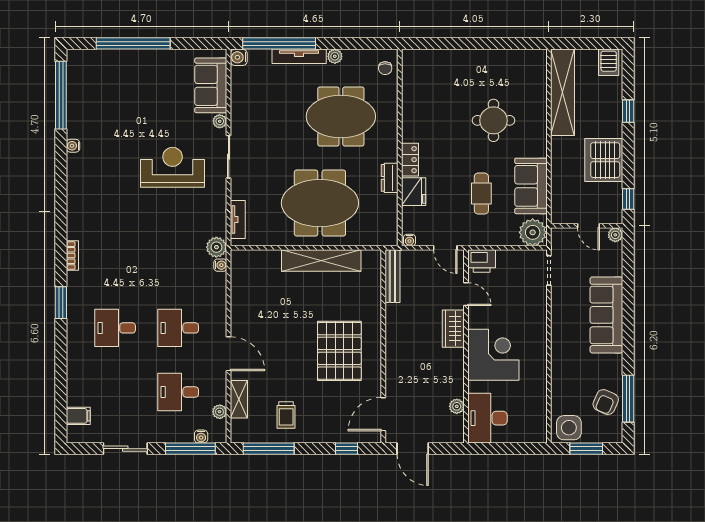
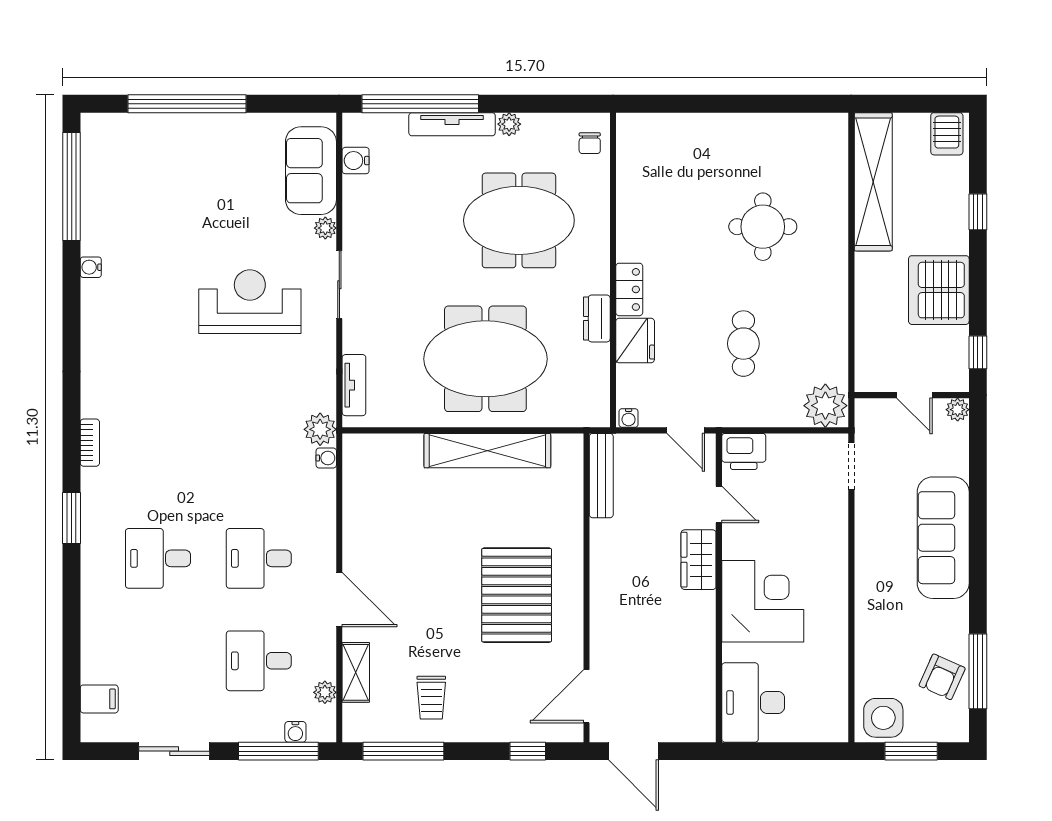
water cooler: (239, 57) -> (356, 161), moved
sofa: (531, 186) -> (823, 331), removed
plant: (457, 406) -> (704, 684), removed

